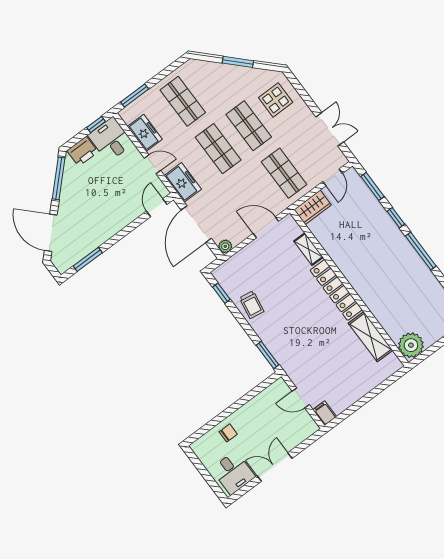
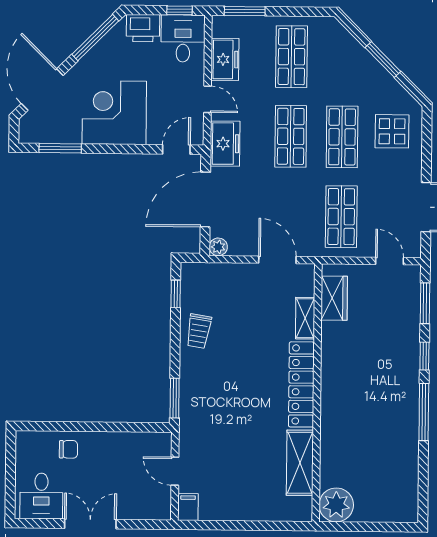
door: (333, 177) -> (390, 261), swing flipped
wardrobe: (313, 207) -> (334, 298), moved, turned -90
corner desk: (104, 214) -> (114, 113), added

